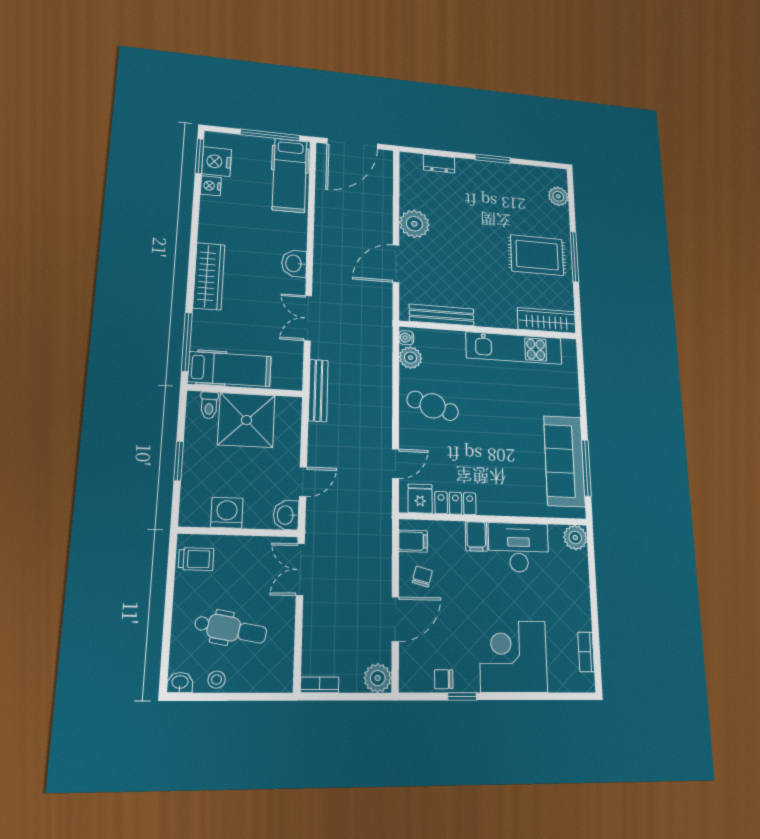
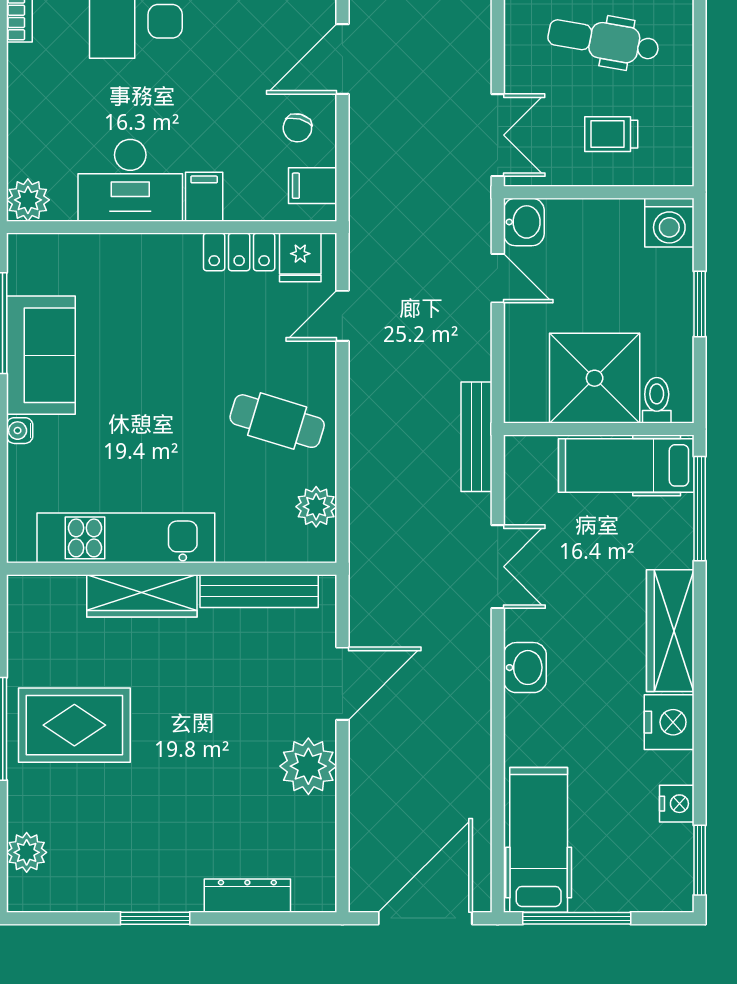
nightstand: (217, 162) -> (669, 722), moved
dresser: (439, 164) -> (247, 896), width x1.44
wardrobe: (547, 320) -> (142, 596), moved
water cooler: (406, 338) -> (20, 431), moved, turned 180
sofa: (564, 461) -> (41, 355), width x0.73
door: (303, 482) -> (498, 278), swing flipped
washing machine: (227, 513) -> (669, 223), moved
trolley: (196, 559) -> (611, 134), moved

